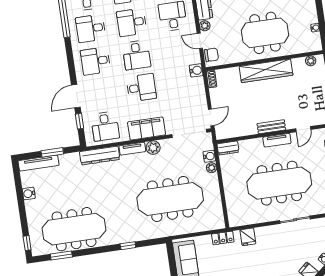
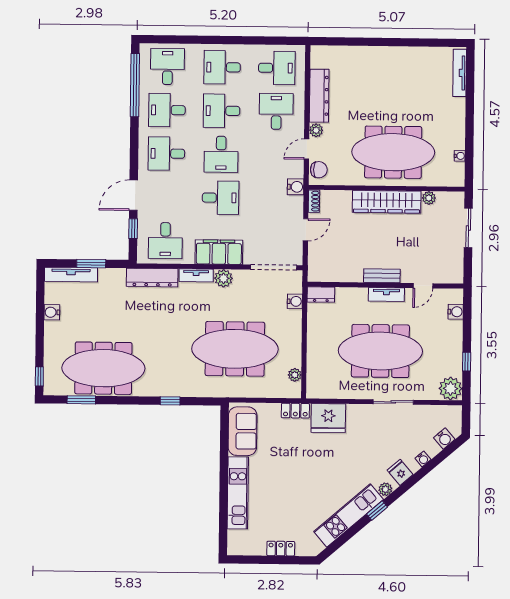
meeting table: (265, 33) -> (393, 152), width x1.36
door: (200, 41) -> (307, 149), hinge flipped
plant: (311, 61) -> (429, 198), moved
door: (211, 117) -> (306, 230), moved
plant: (212, 168) -> (295, 375), moved
fridge: (248, 237) -> (328, 418), width x1.88, depth x1.34

